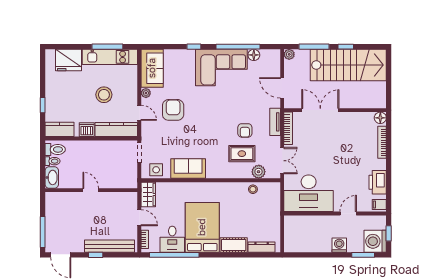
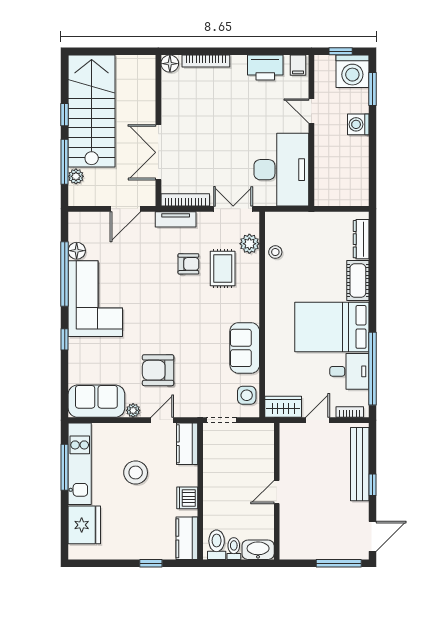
plant: (289, 54) -> (76, 176), moved
kitchen counter: (116, 130) -> (187, 444), width x0.67

